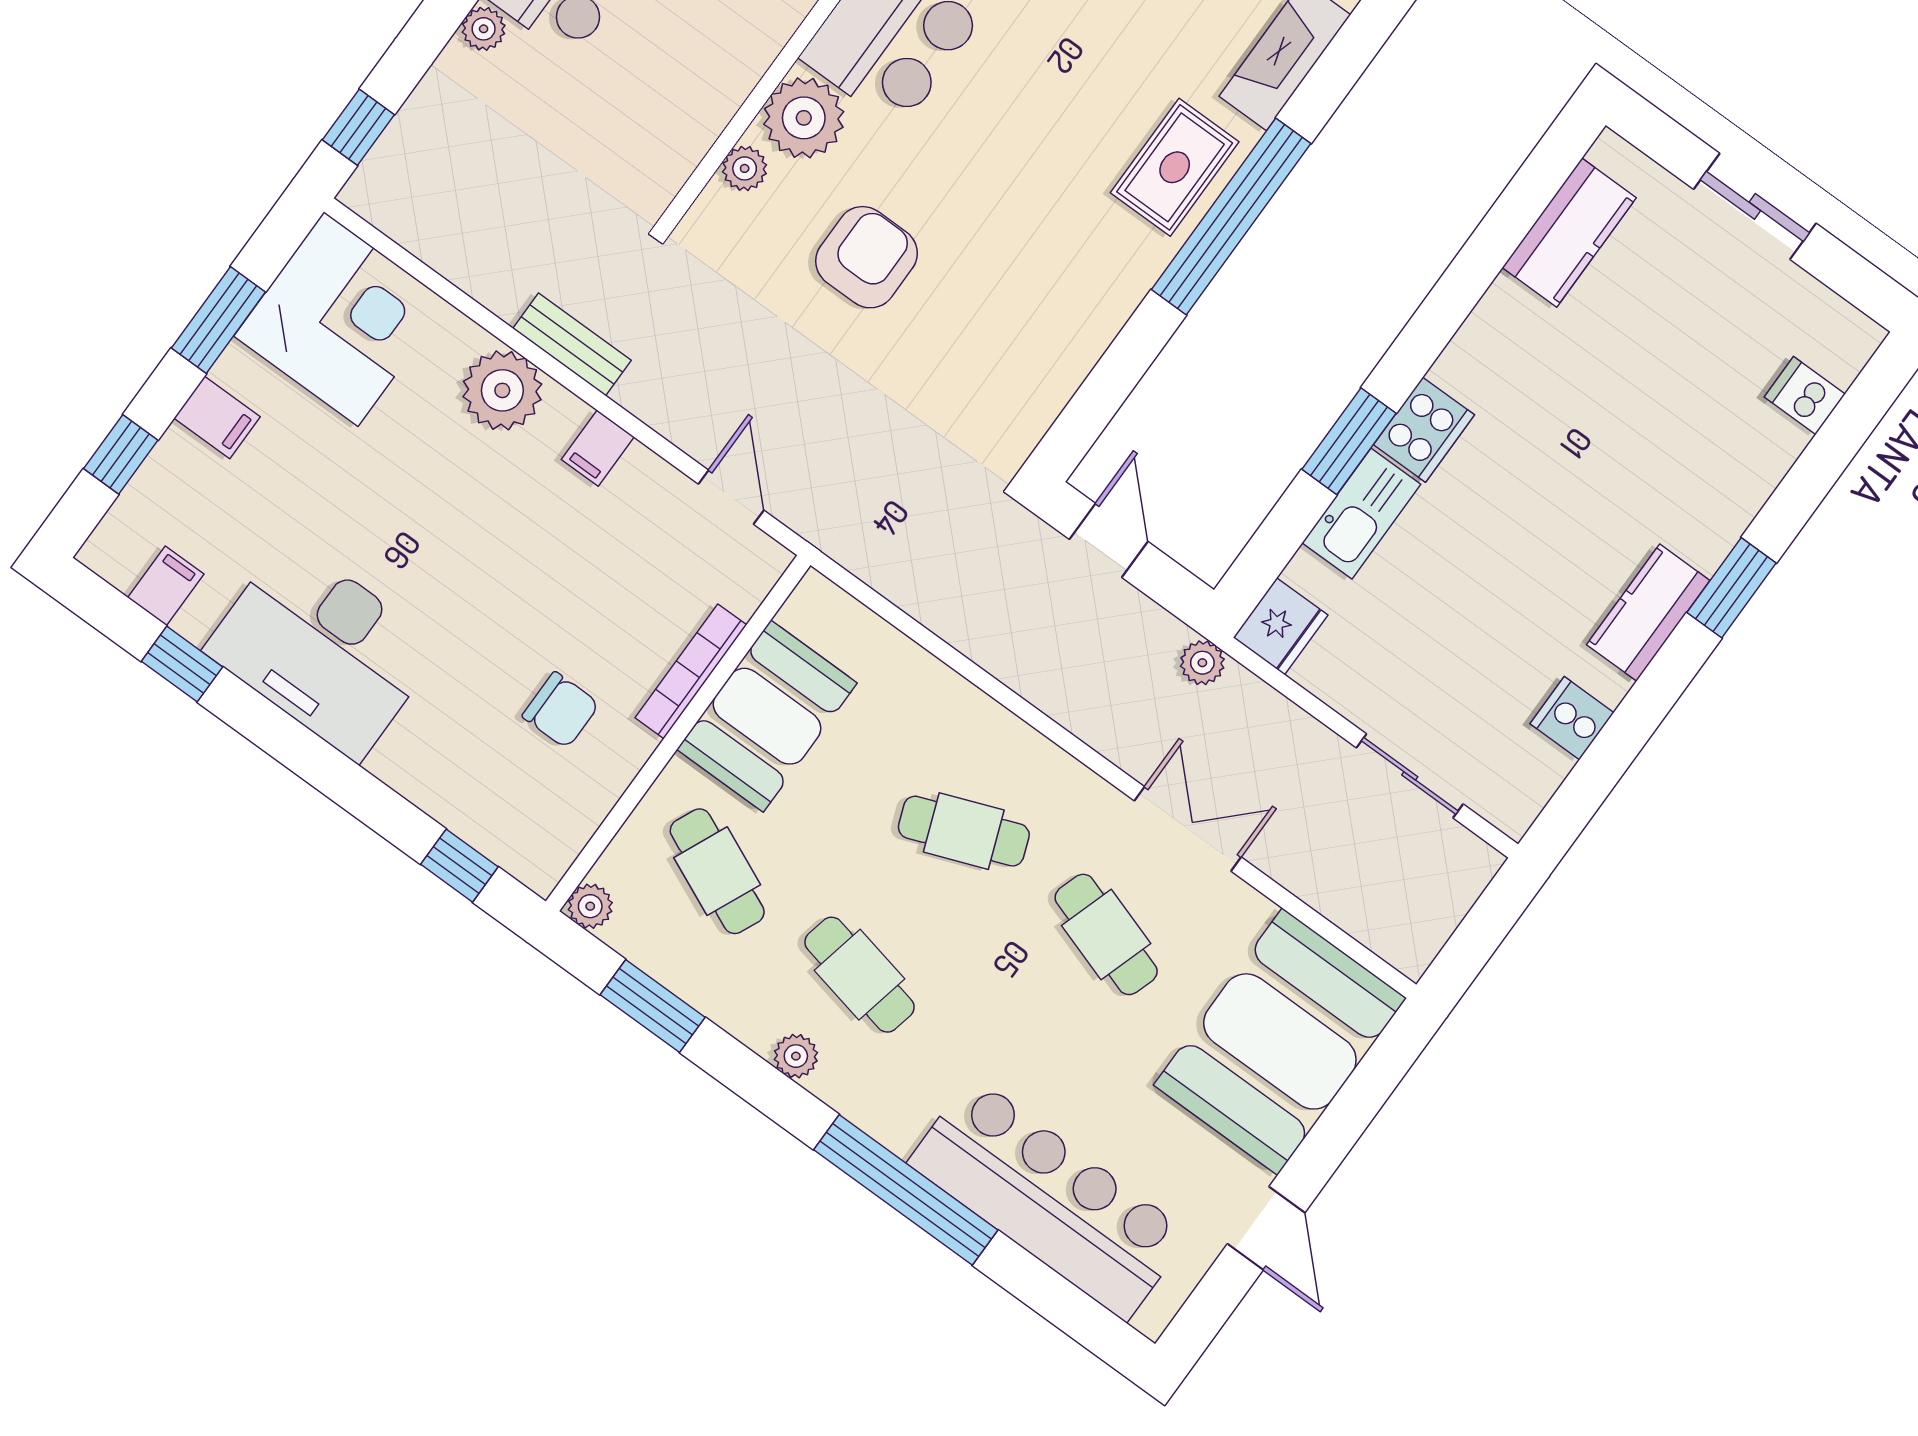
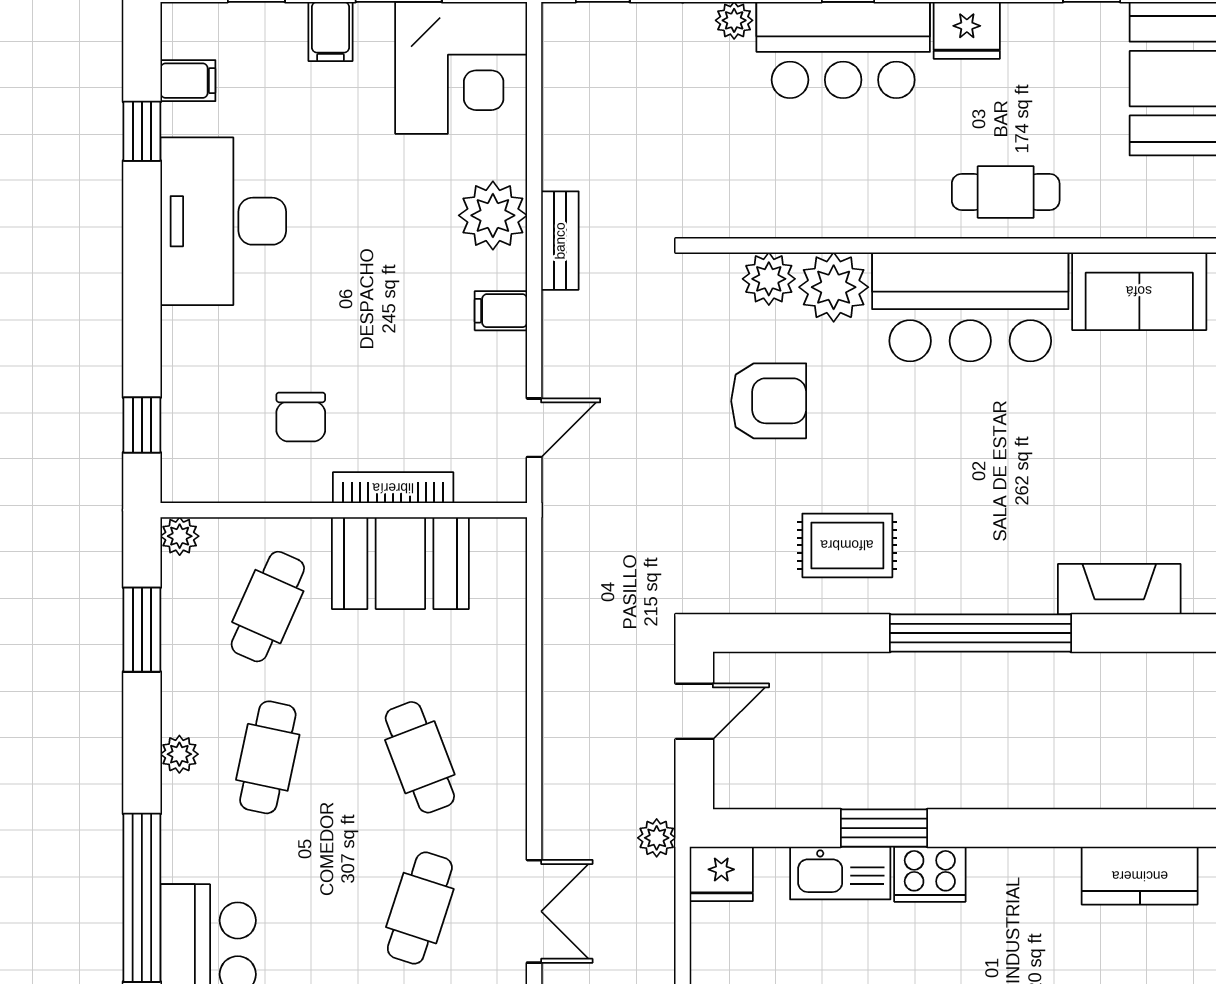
rug: (1175, 167) -> (847, 545), moved
plant: (745, 168) -> (769, 279), width x1.38, depth x1.38

